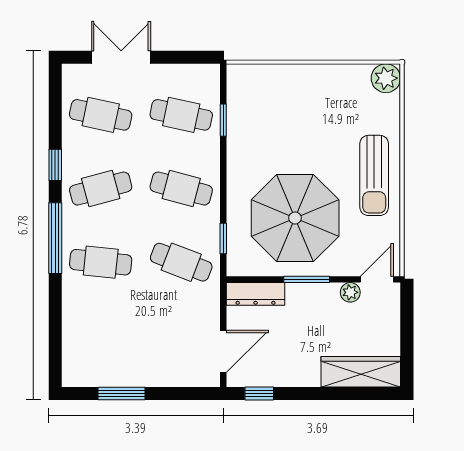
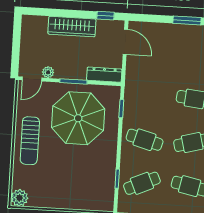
cafe table: (181, 115) -> (142, 183), turned -36
sun lounger: (374, 175) -> (30, 141), turned 180
cafe table: (181, 262) -> (147, 96), removed
door: (223, 351) -> (125, 42), swing flipped
wardrobe: (361, 372) -> (72, 27), moved

